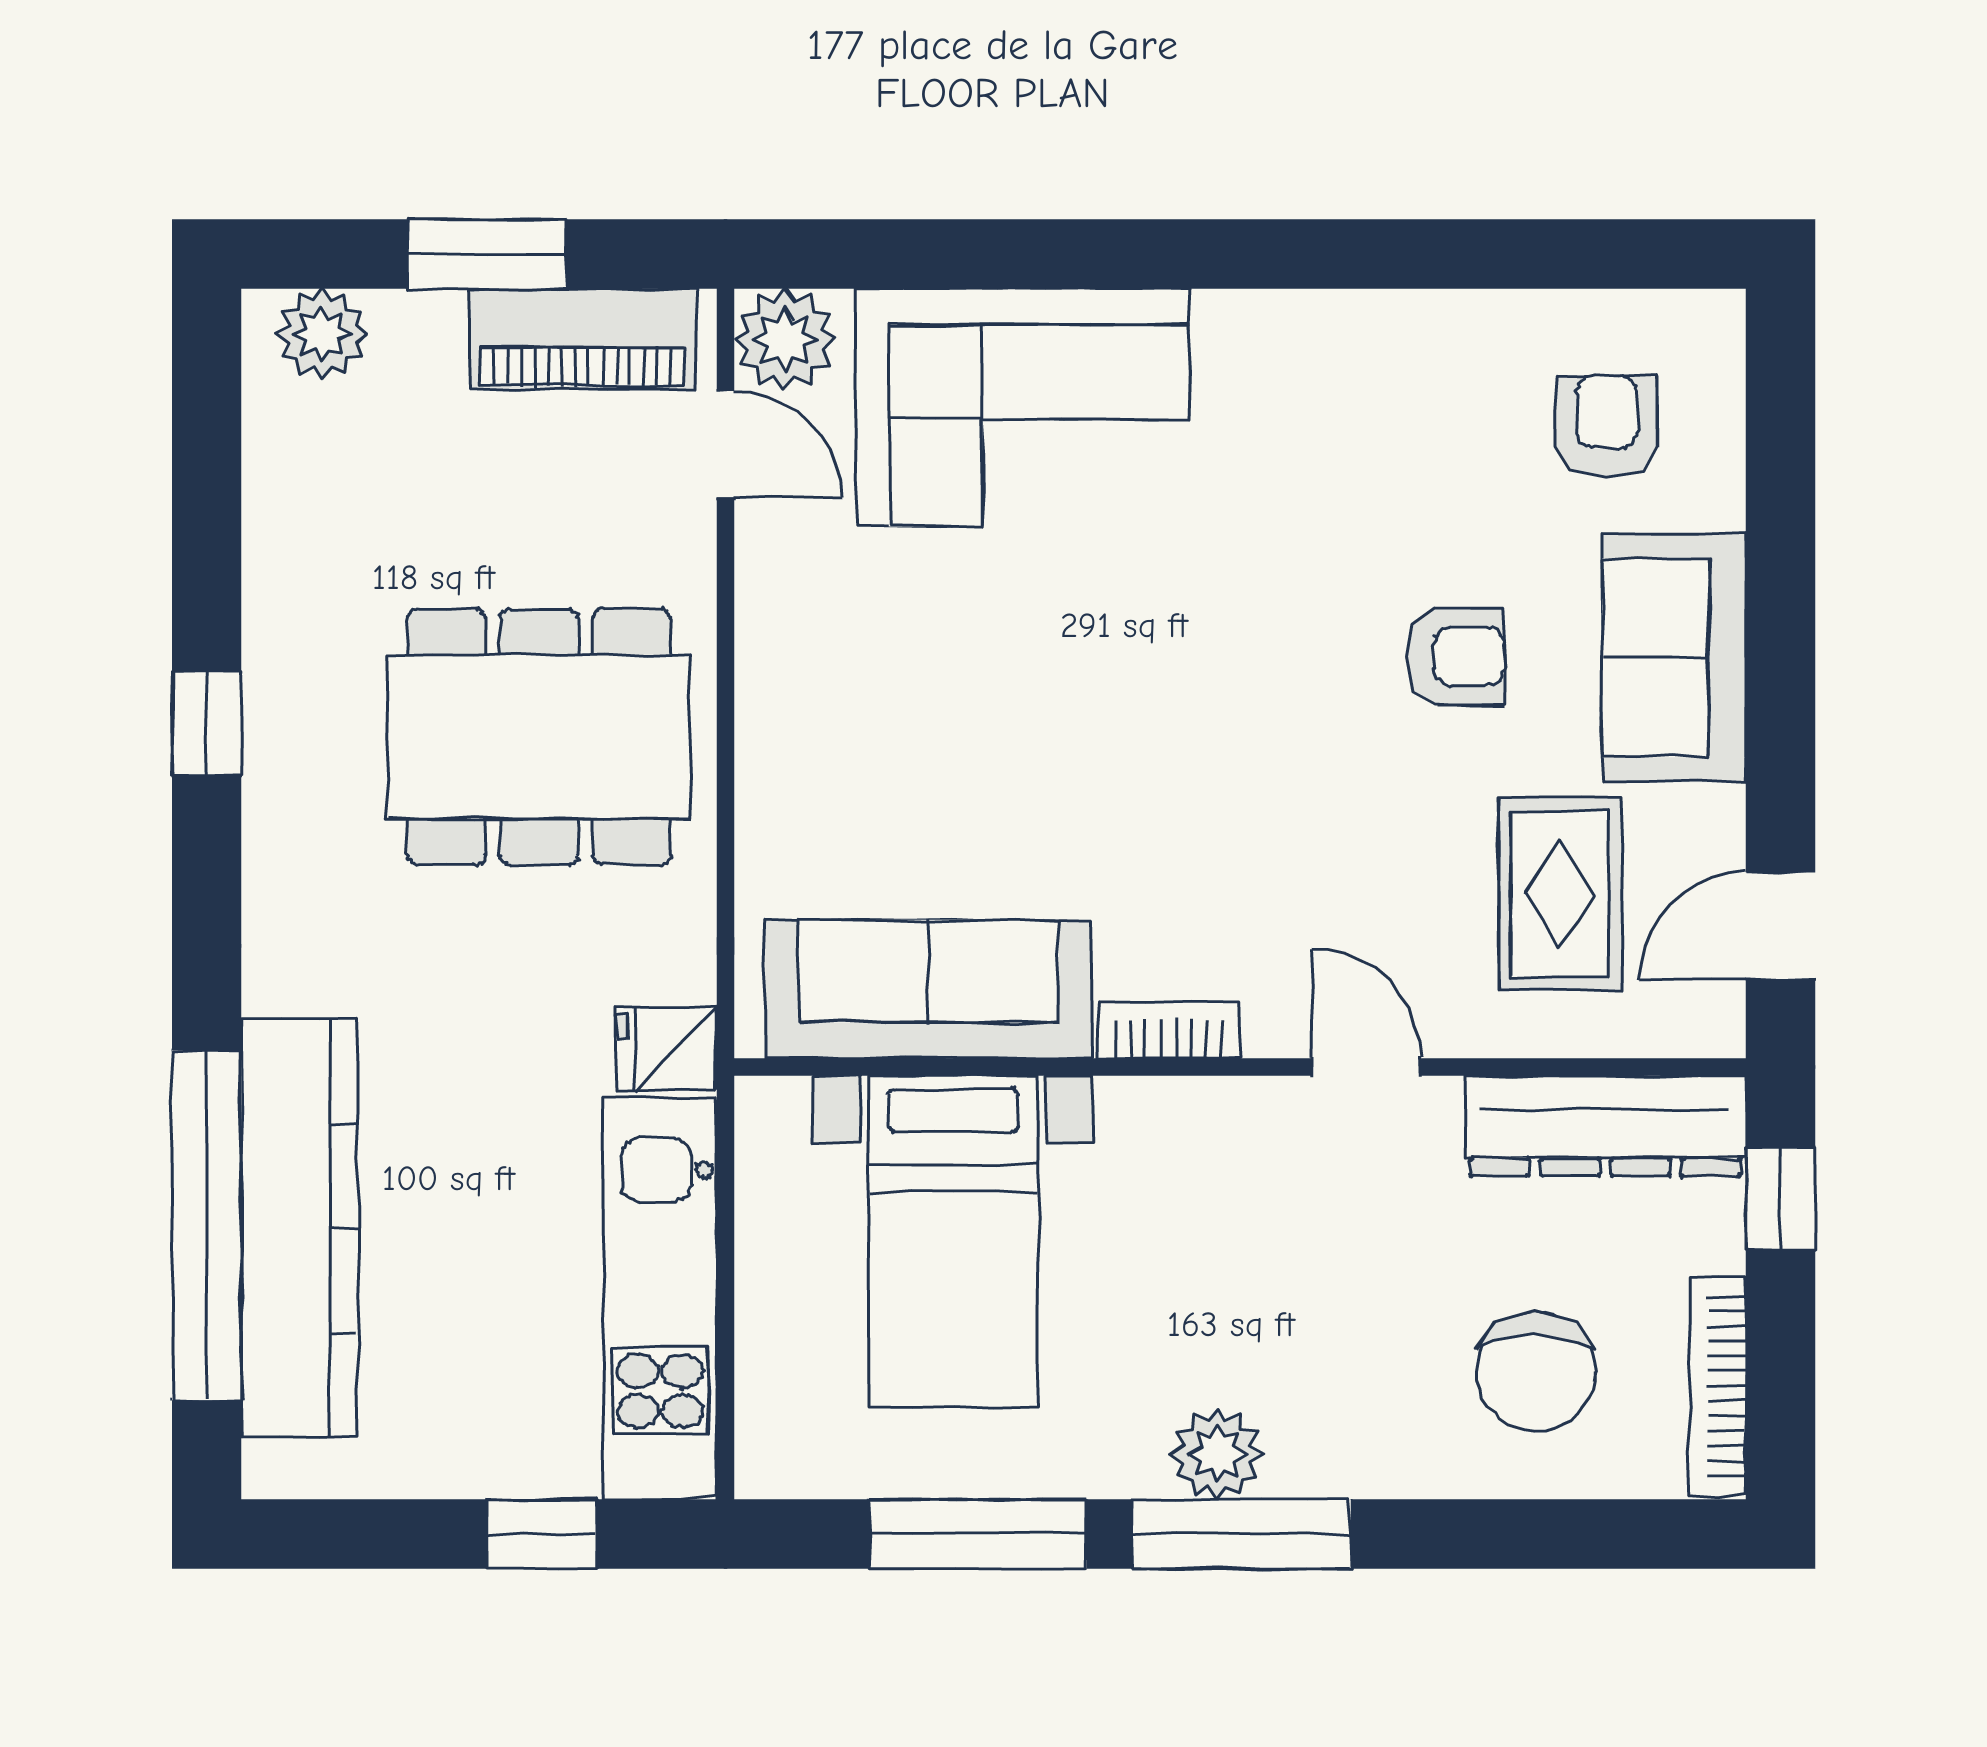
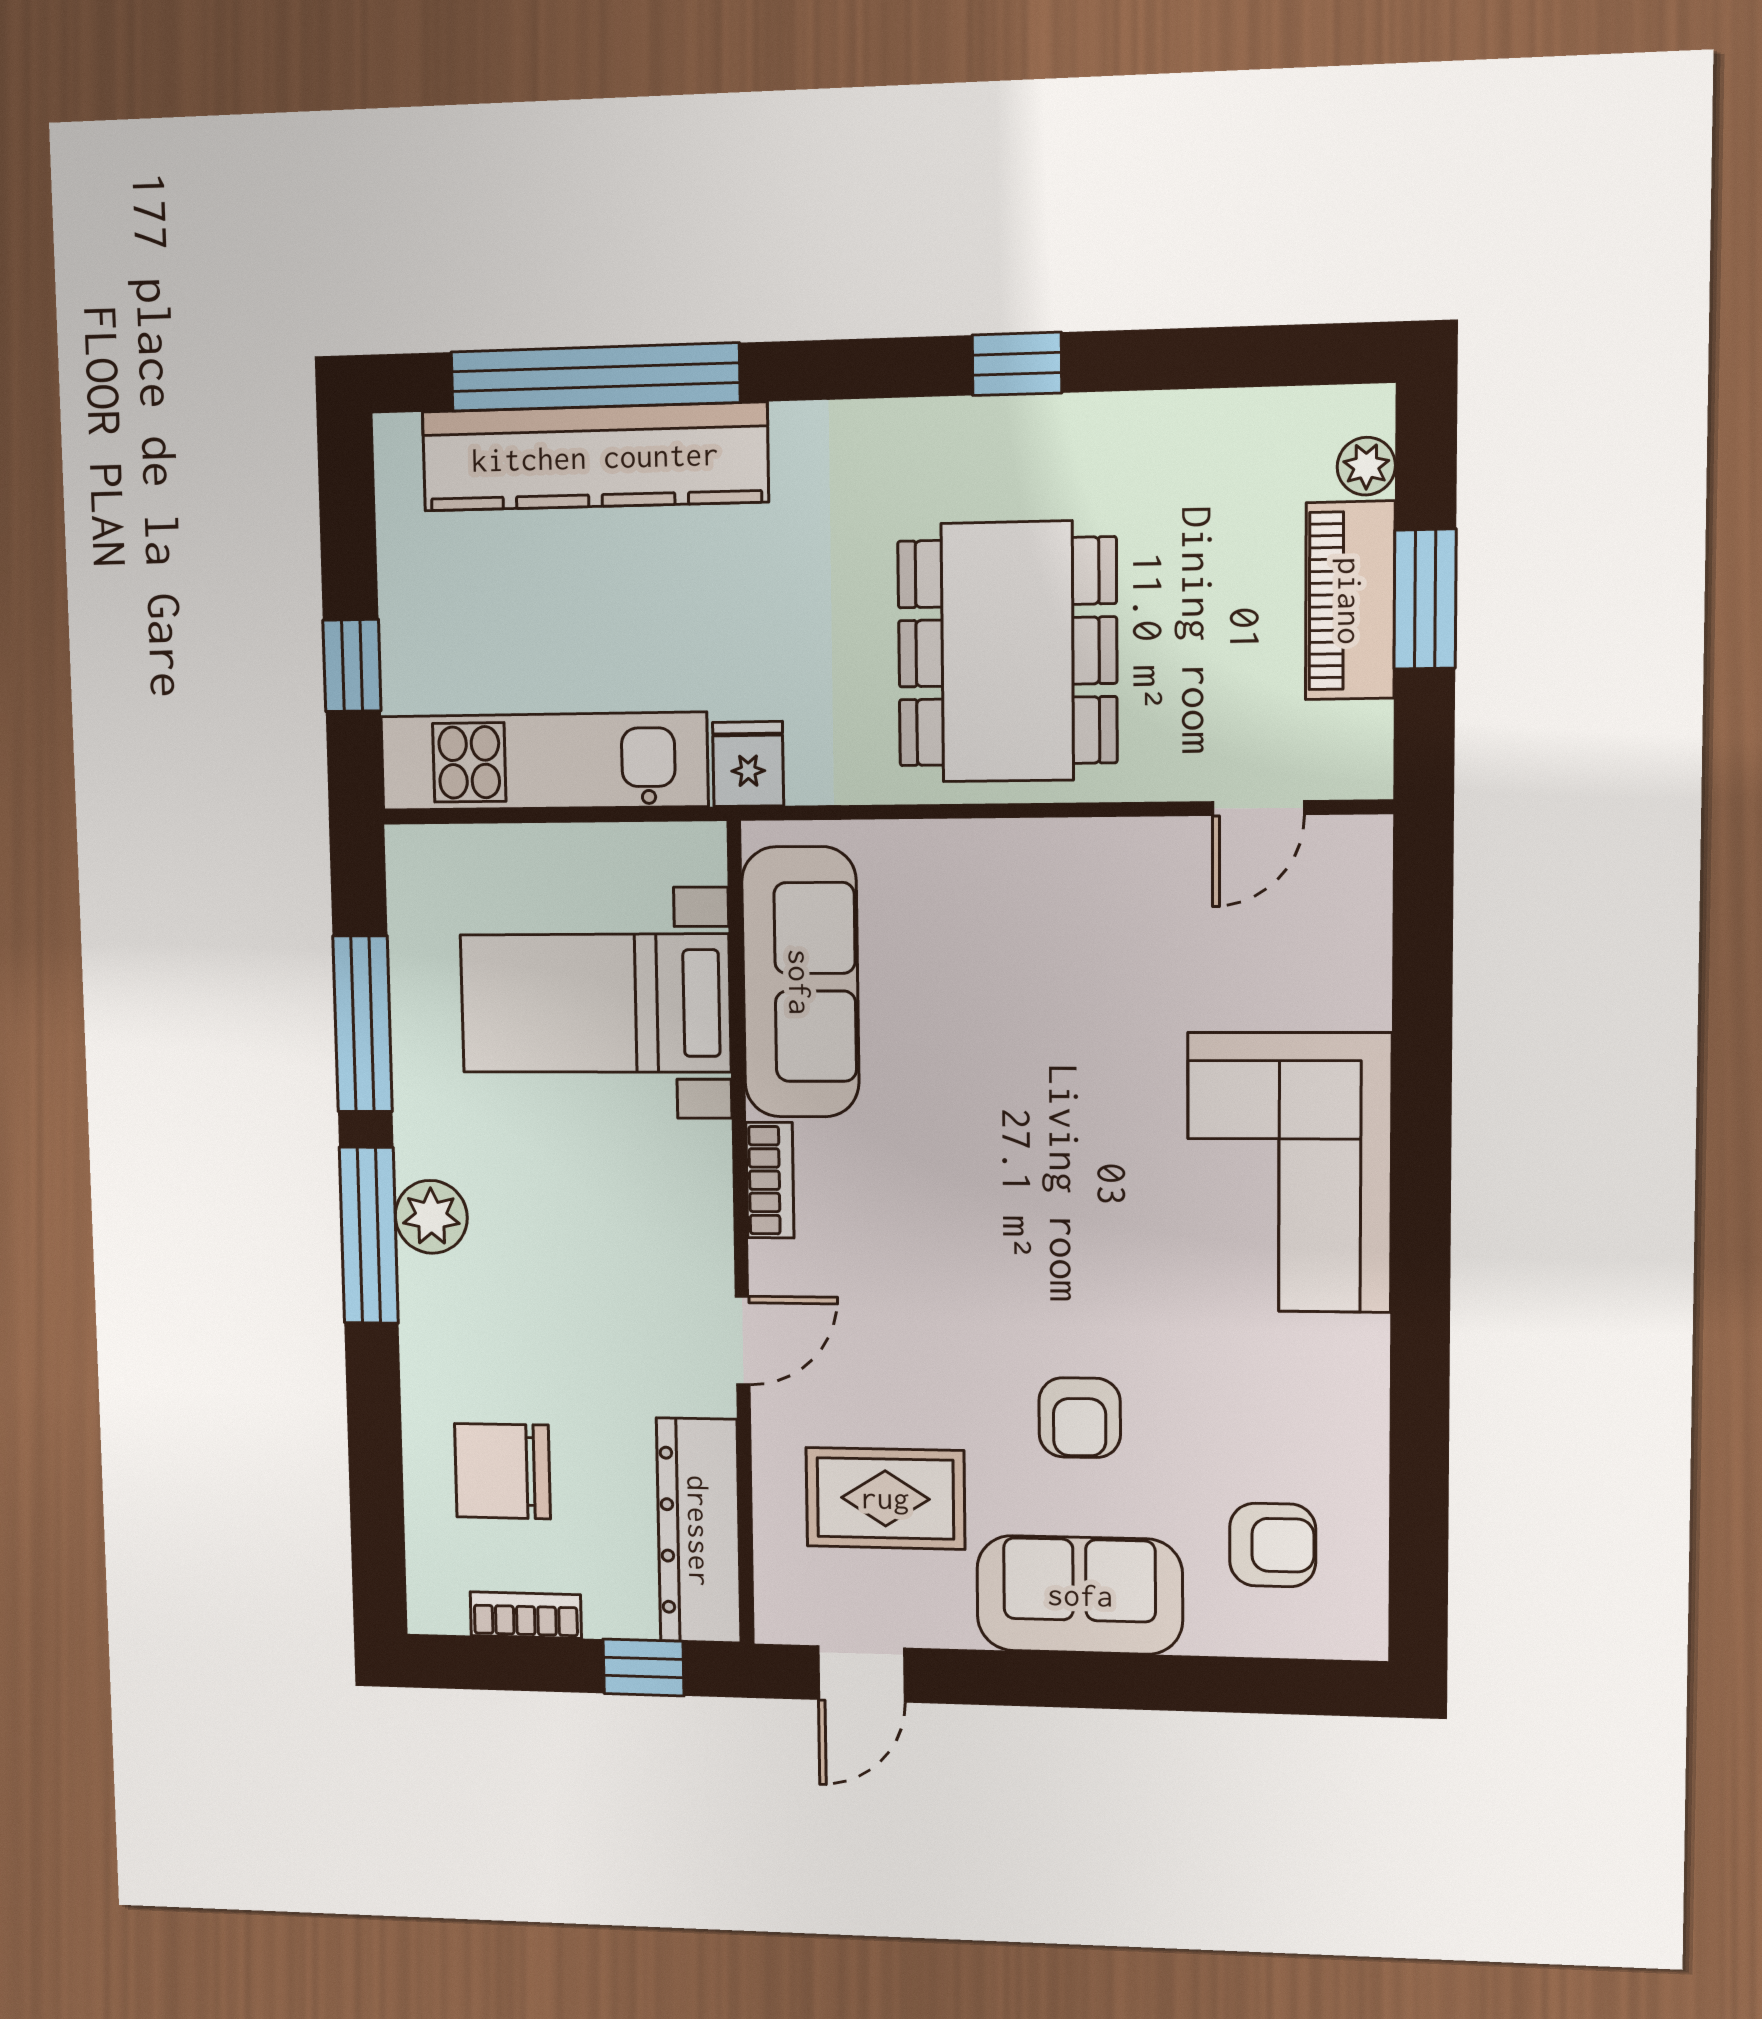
plant: (322, 334) -> (1366, 466), width x0.73, depth x0.73
piano: (583, 339) -> (1350, 601), moved
plant: (785, 339) -> (1349, 858), removed
corner sofa: (1022, 408) -> (1289, 1173), moved
door: (1781, 926) -> (861, 1674), swing flipped
bookcase: (1718, 1386) -> (526, 1615), width x0.64

